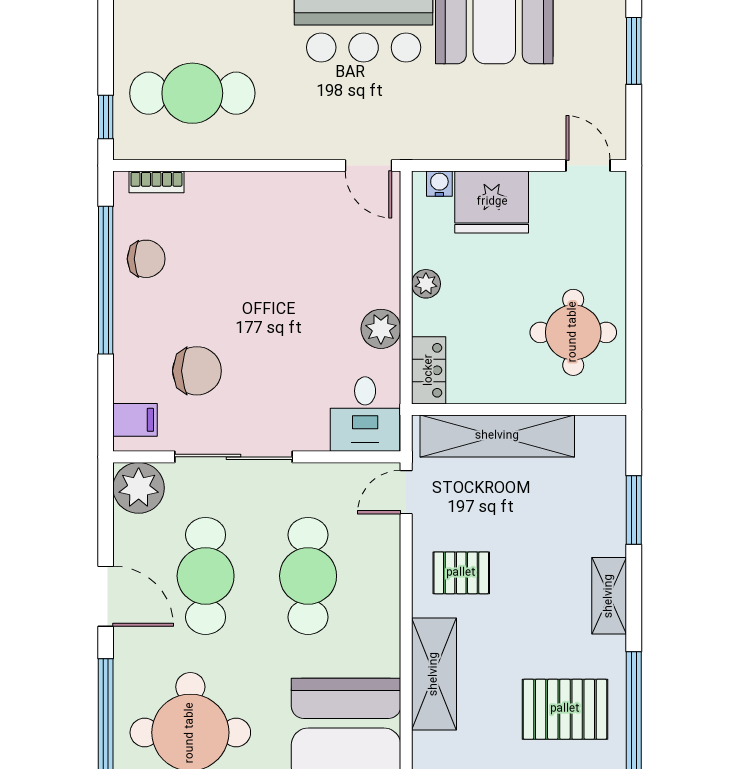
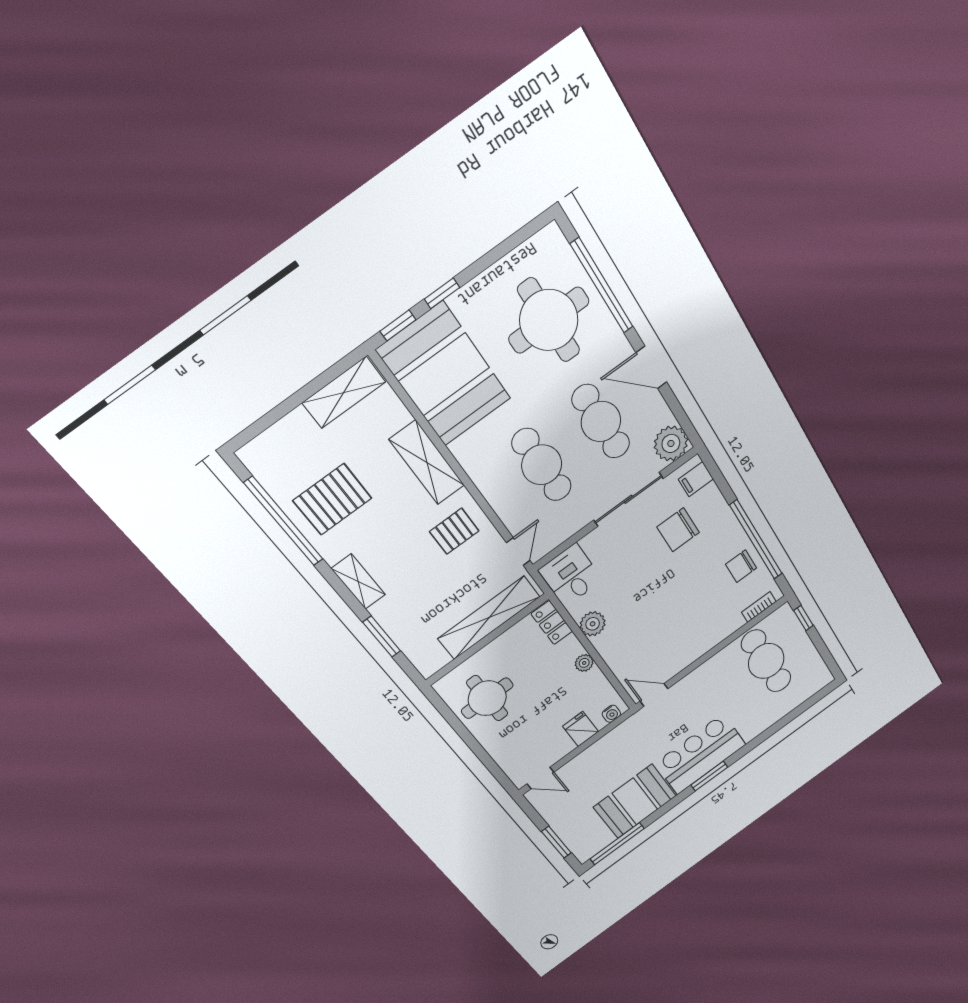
cafe table: (192, 93) -> (766, 661), turned 90
fridge: (492, 202) -> (581, 729), width x0.53, depth x0.75

